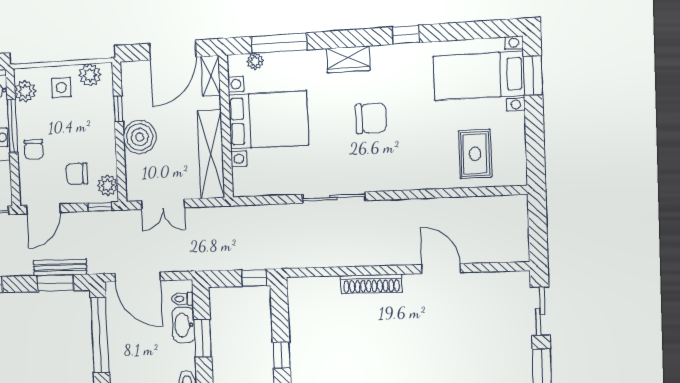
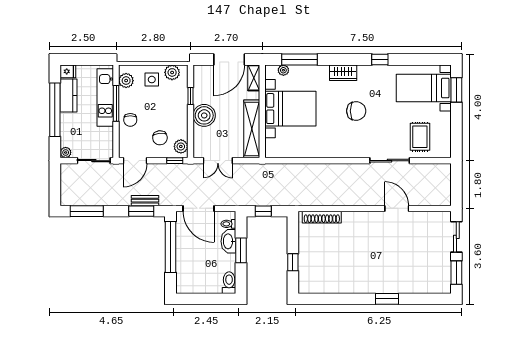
chair: (77, 174) -> (160, 138), turned -96
sliding door: (334, 197) -> (390, 161), moved
bench: (60, 267) -> (145, 201), width x0.73
window: (254, 278) -> (263, 211), moved
shoe rack: (371, 284) -> (322, 217), moved

